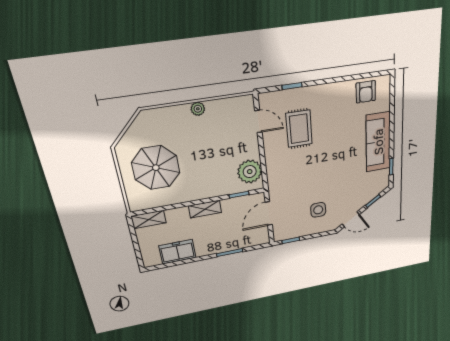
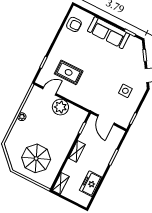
plant: (250, 172) -> (60, 107), moved

